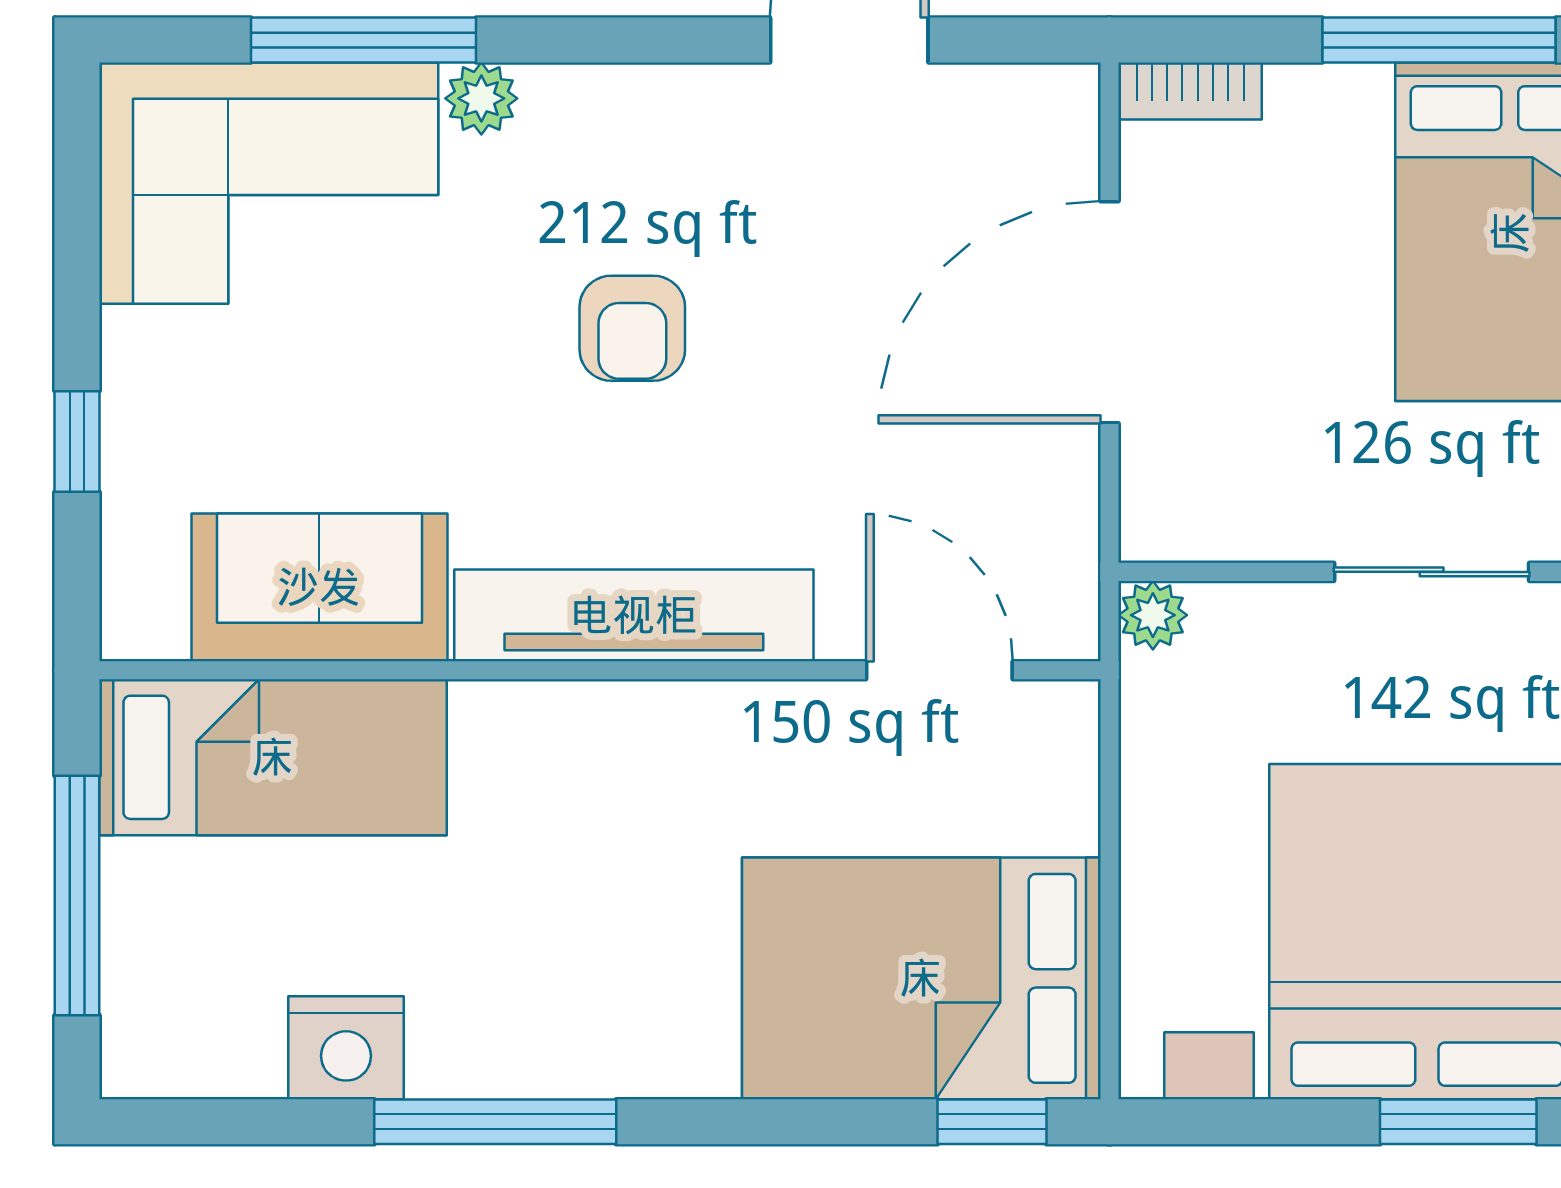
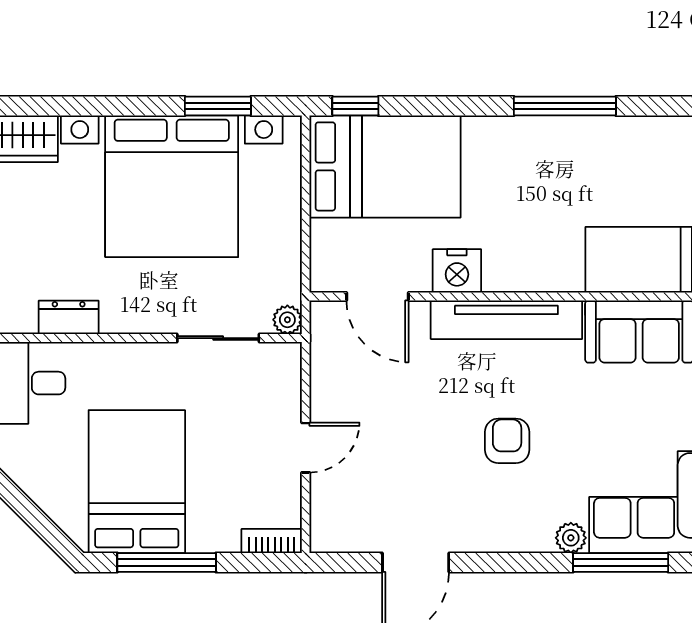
door: (1110, 312) -> (306, 448), width x0.53
sliding door: (1432, 572) -> (218, 338), moved
nightstand: (346, 1048) -> (457, 271), moved, turned 180
window: (1458, 1122) -> (218, 106), moved

